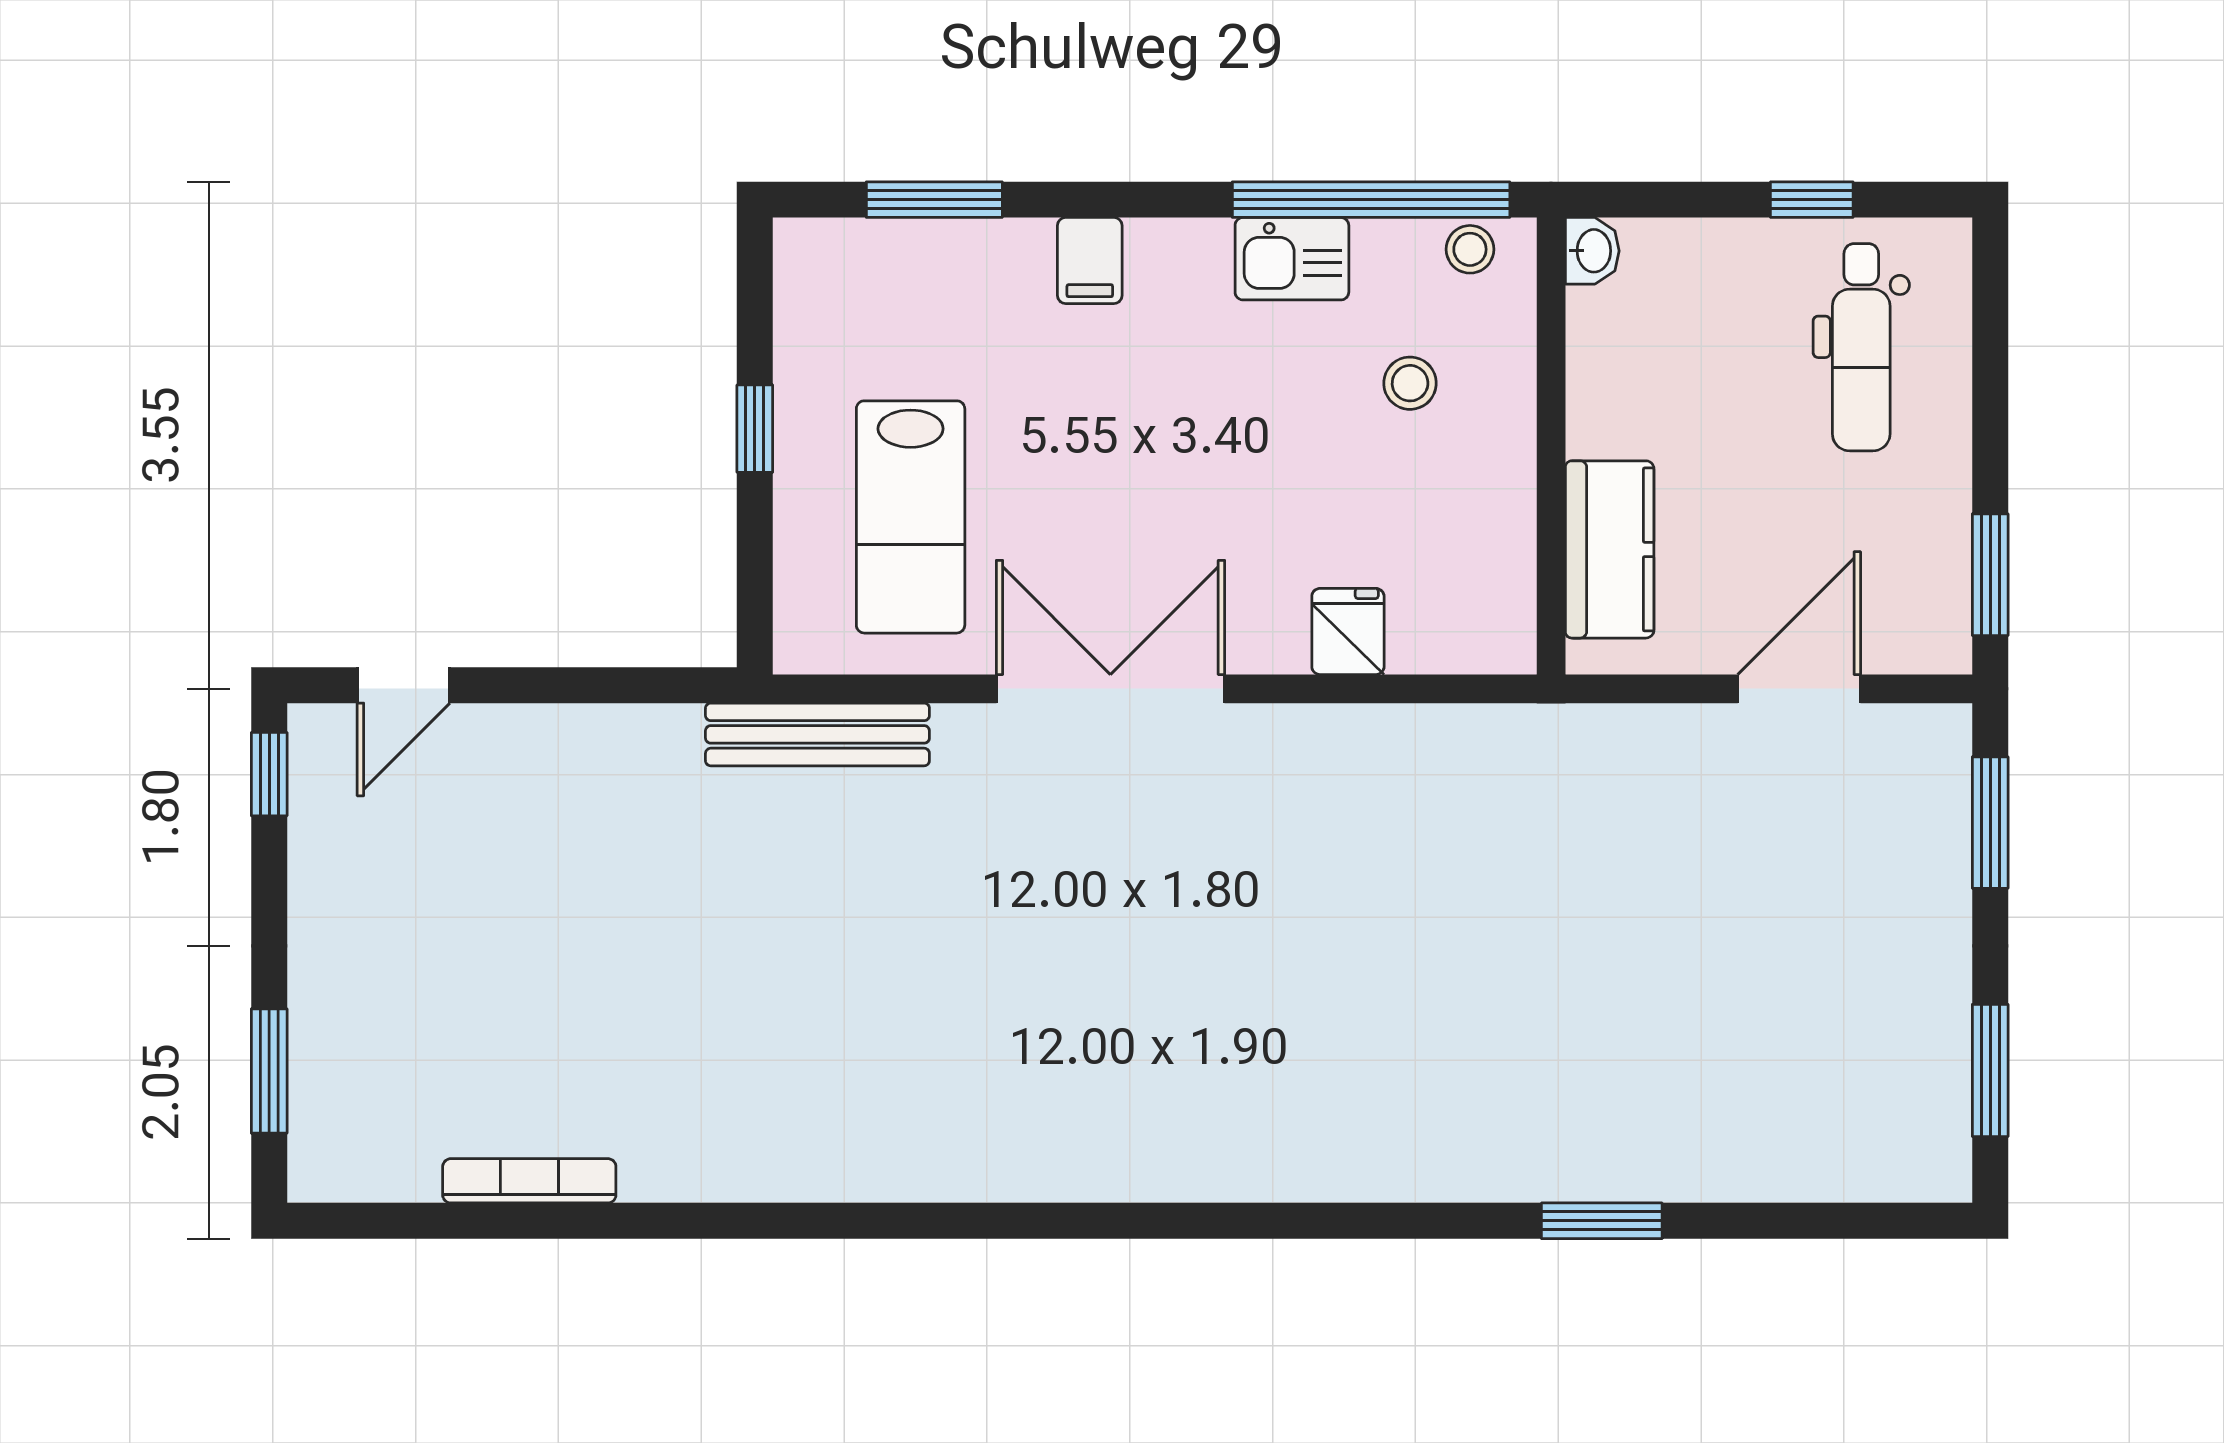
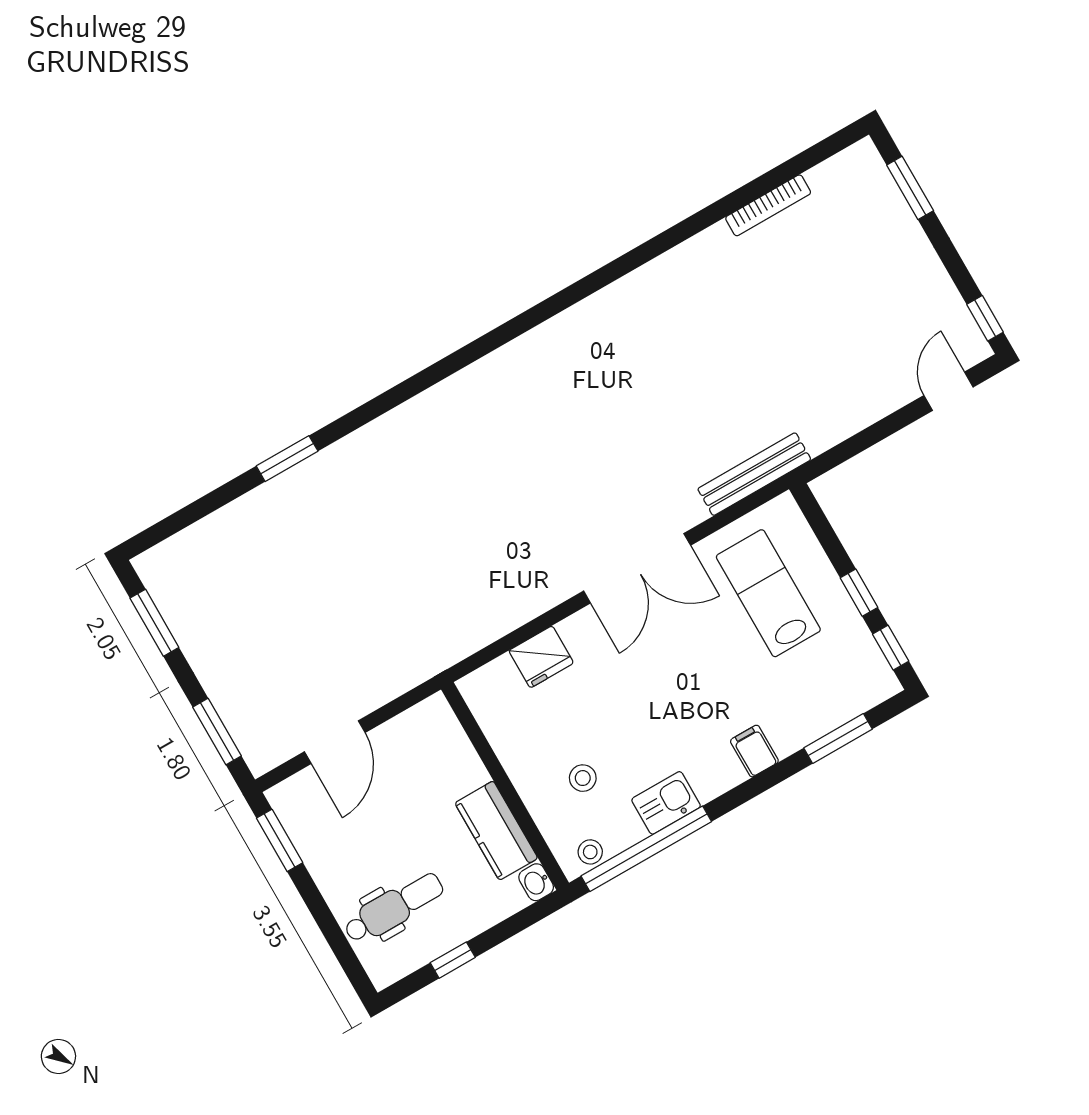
window: (755, 303) -> (891, 648), added
dental chair: (1861, 347) -> (394, 908), turned 90
kitchen counter: (1610, 549) -> (496, 831), moved
fridge: (1348, 631) -> (541, 657), width x1.38

